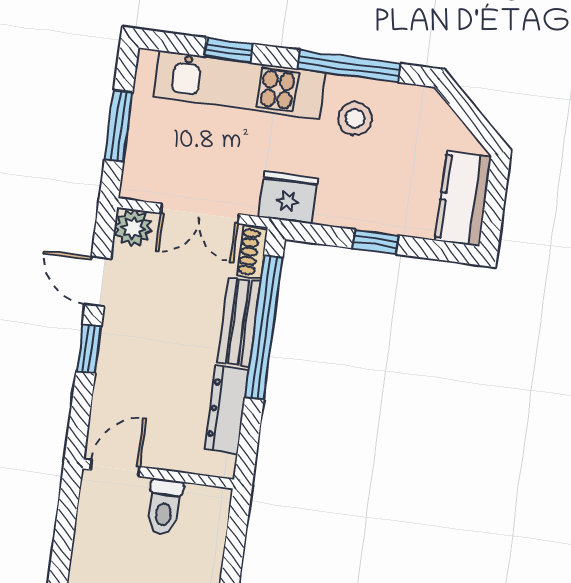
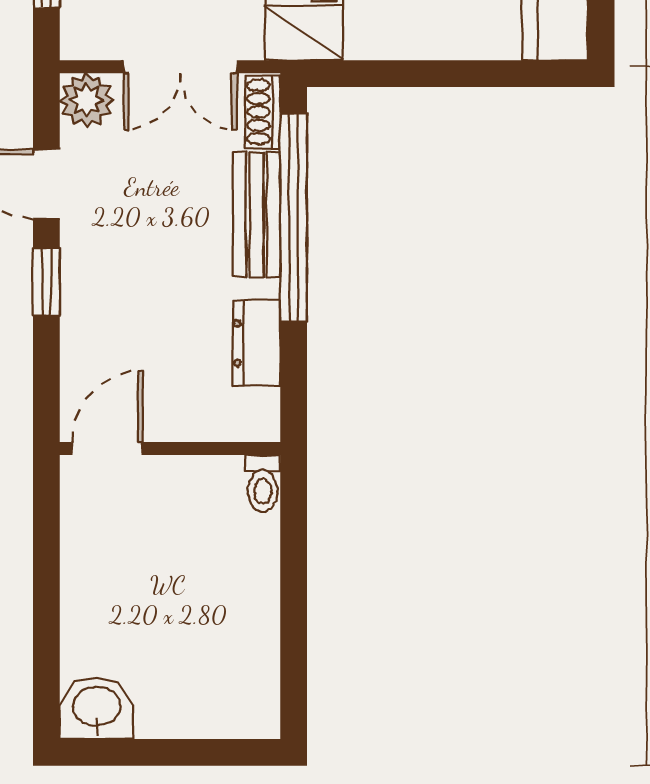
window: (375, 242) -> (438, 74), removed
dresser: (227, 410) -> (256, 343), width x0.70
toilet: (164, 507) -> (263, 484), moved, width x0.73, depth x0.72

